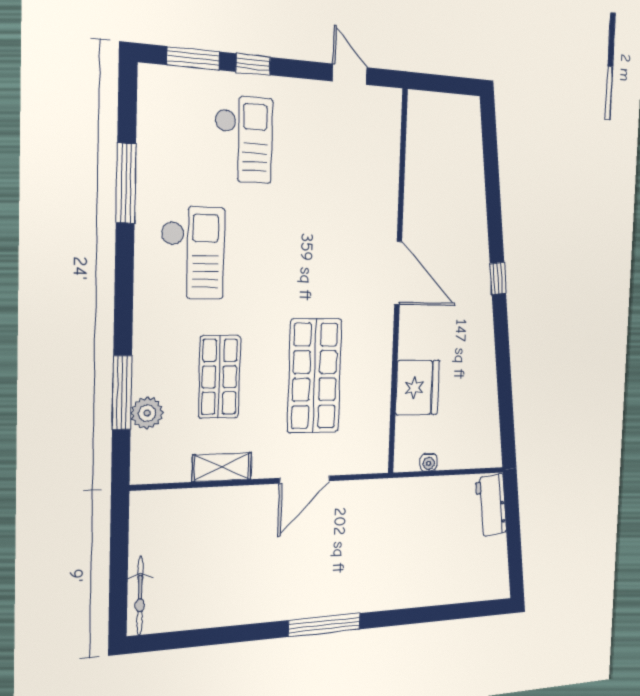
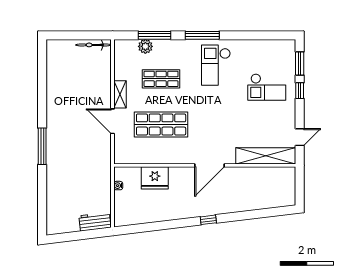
shelving: (384, 152) -> (266, 156), added
window: (126, 183) -> (202, 35), moved
checkout: (193, 253) -> (216, 65), turned 90
shelving: (222, 467) -> (120, 94), moved
bicycle: (140, 596) -> (93, 45), moved
window: (324, 625) -> (42, 146), moved

